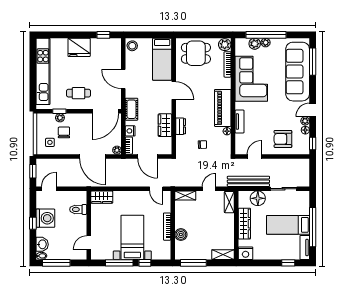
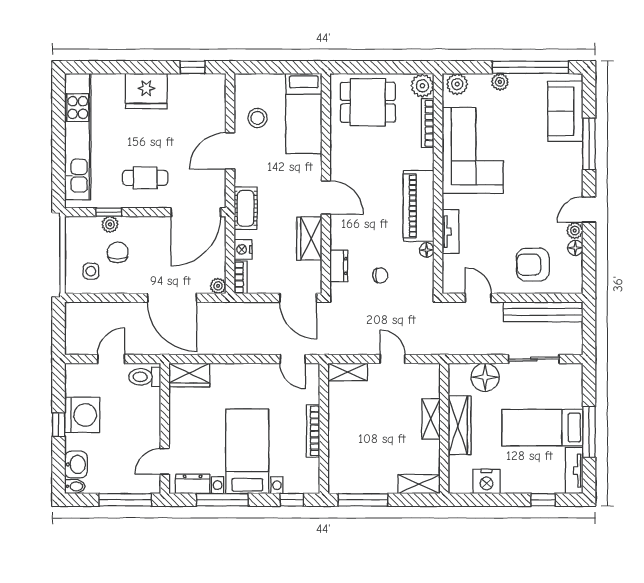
window: (266, 35) -> (530, 67), moved
plant: (255, 44) -> (457, 84), moved
stool: (132, 46) -> (258, 118), moved
window: (313, 62) -> (589, 144), moved
sofa: (298, 72) -> (565, 111), width x0.54, depth x0.79
door: (123, 79) -> (230, 151), hinge flipped
door: (174, 90) -> (326, 197), moved
dresser: (181, 126) -> (339, 266), moved
window: (313, 144) -> (589, 273), removed
door: (148, 156) -> (298, 298), moved
door: (254, 156) -> (478, 298), hinge flipped
window: (33, 171) -> (59, 326), removed
bench: (248, 181) -> (543, 312), moved
door: (49, 189) -> (111, 359), moved
door: (209, 189) -> (393, 359), hinge flipped
shelving: (229, 202) -> (431, 419), moved
toilet: (78, 209) -> (145, 377), moved
window: (313, 227) -> (589, 432), width x0.68
boiler: (181, 235) -> (339, 446), removed
nightstand: (246, 253) -> (487, 481), moved
dresser: (104, 255) -> (193, 484), added
window: (56, 263) -> (125, 500), moved
window: (145, 263) -> (292, 500), moved

